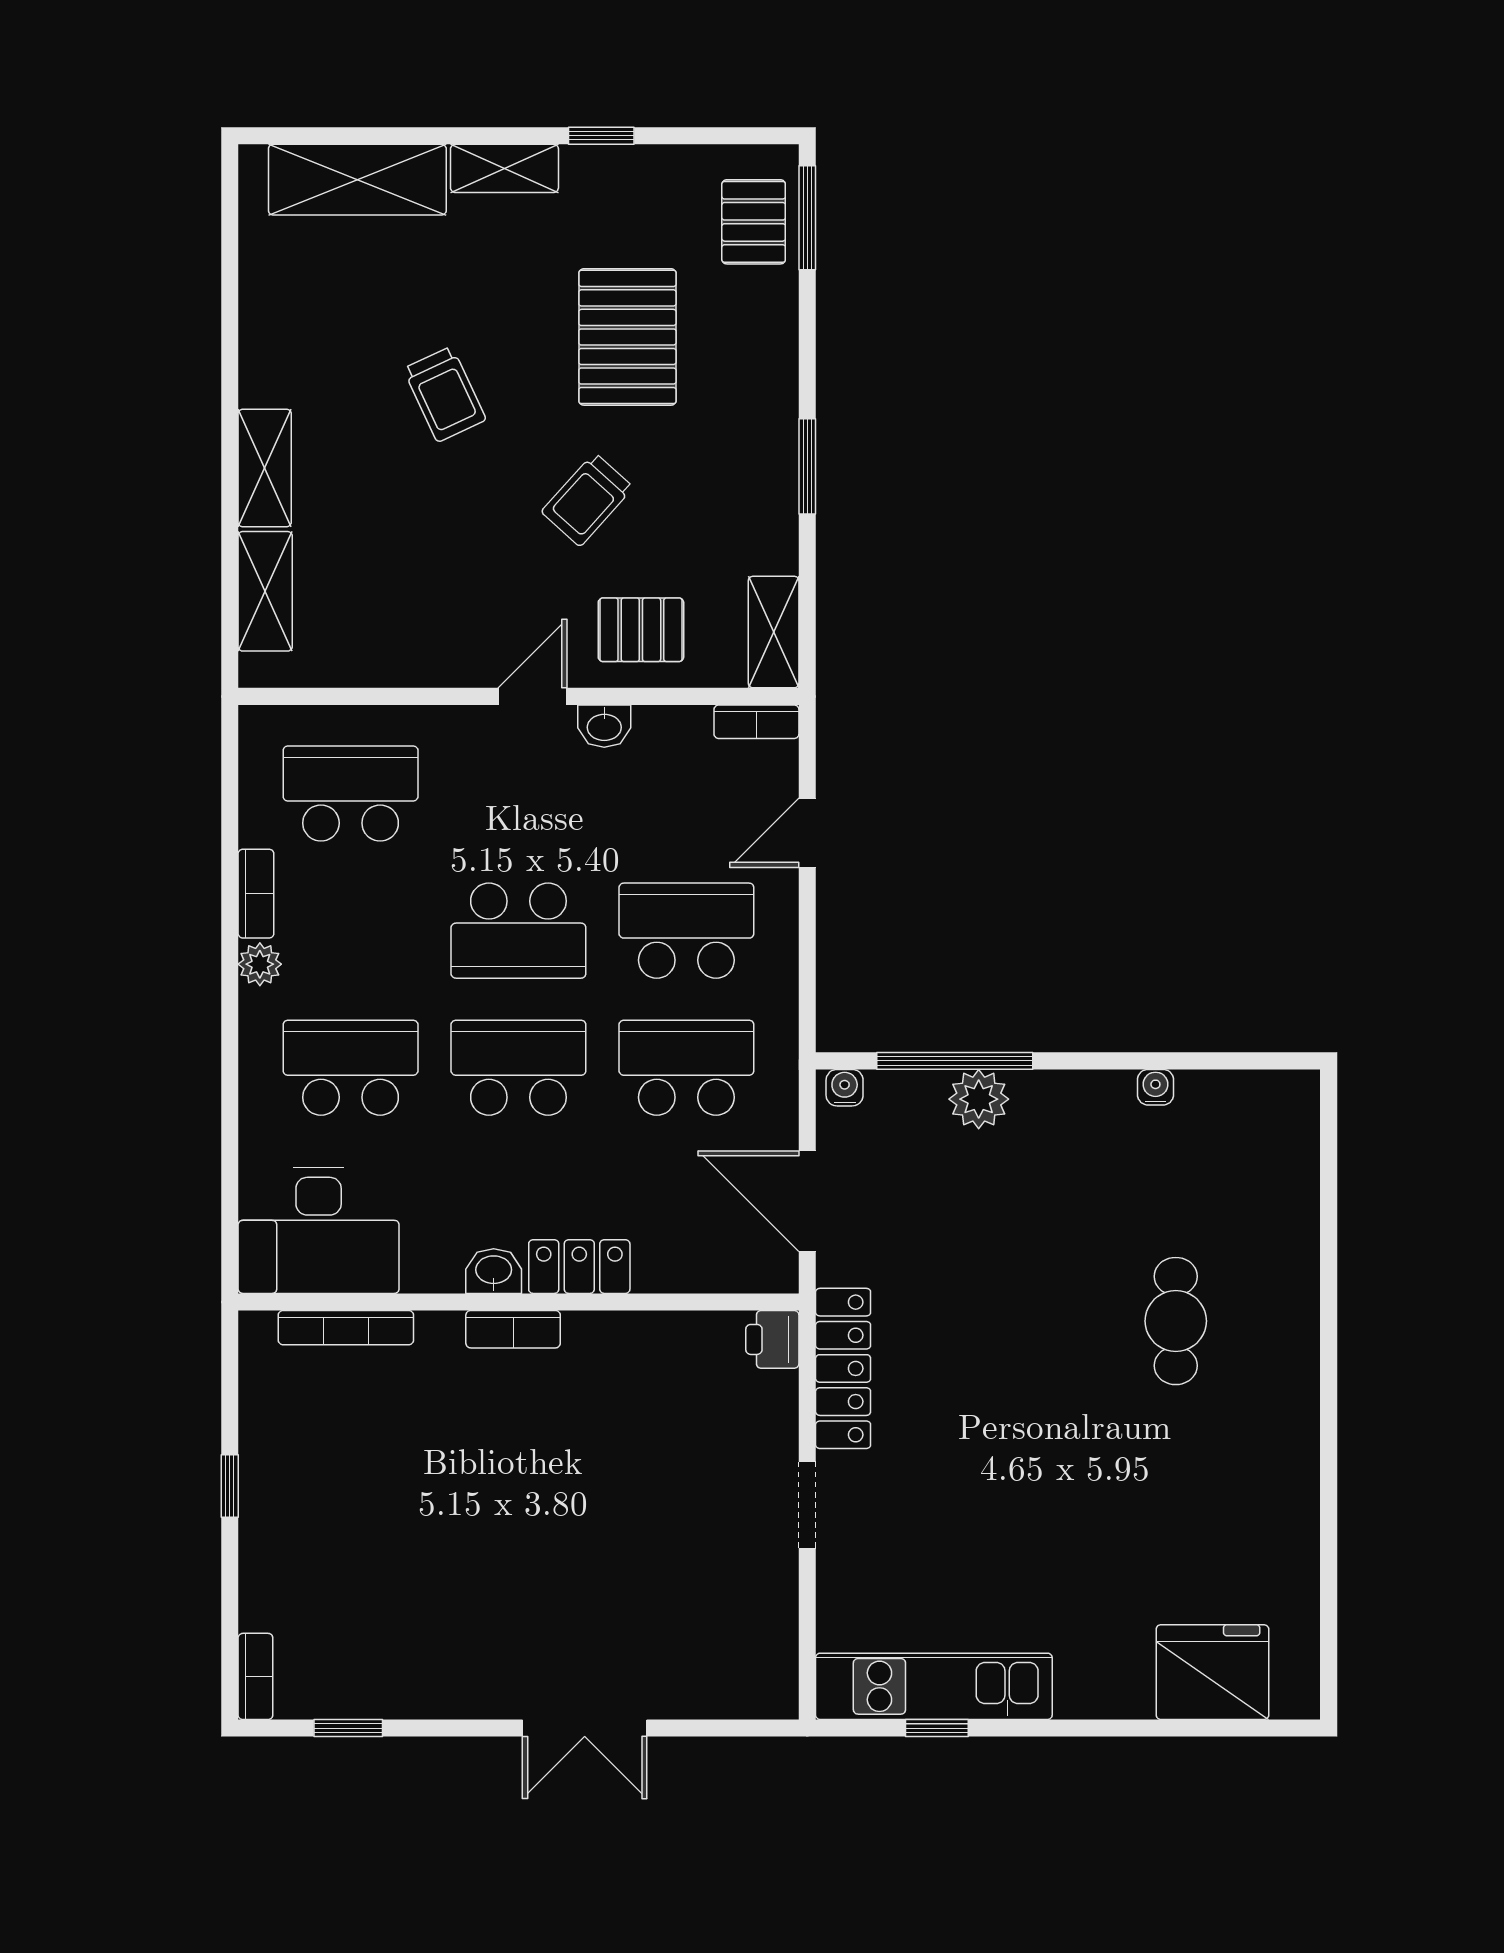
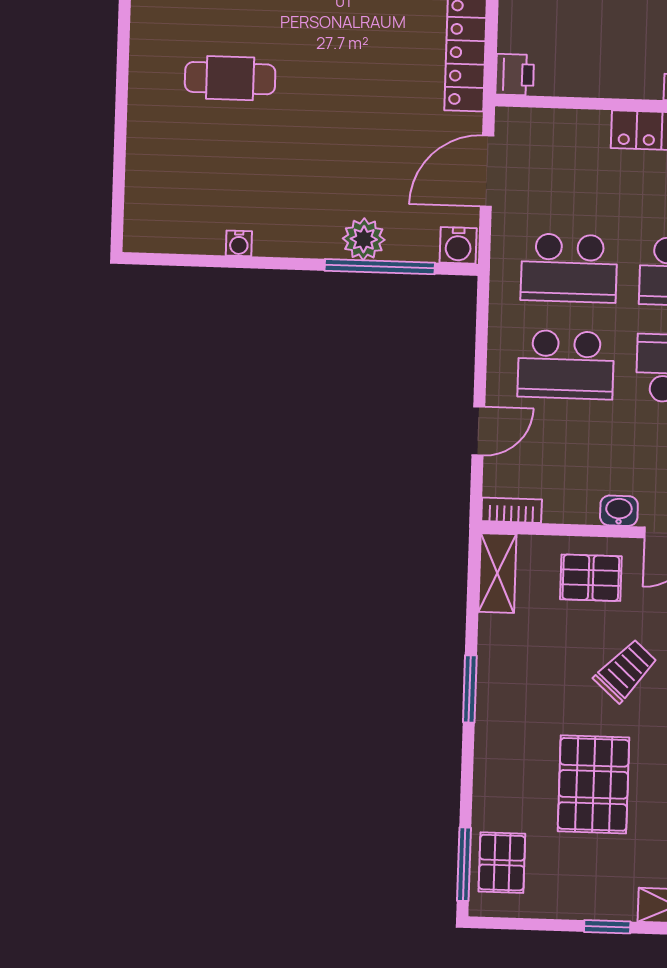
water cooler: (845, 1088) -> (458, 245), width x1.38, depth x1.38
door: (807, 1201) -> (487, 171), swing flipped
cafe table: (1176, 1321) -> (230, 78), turned 90

